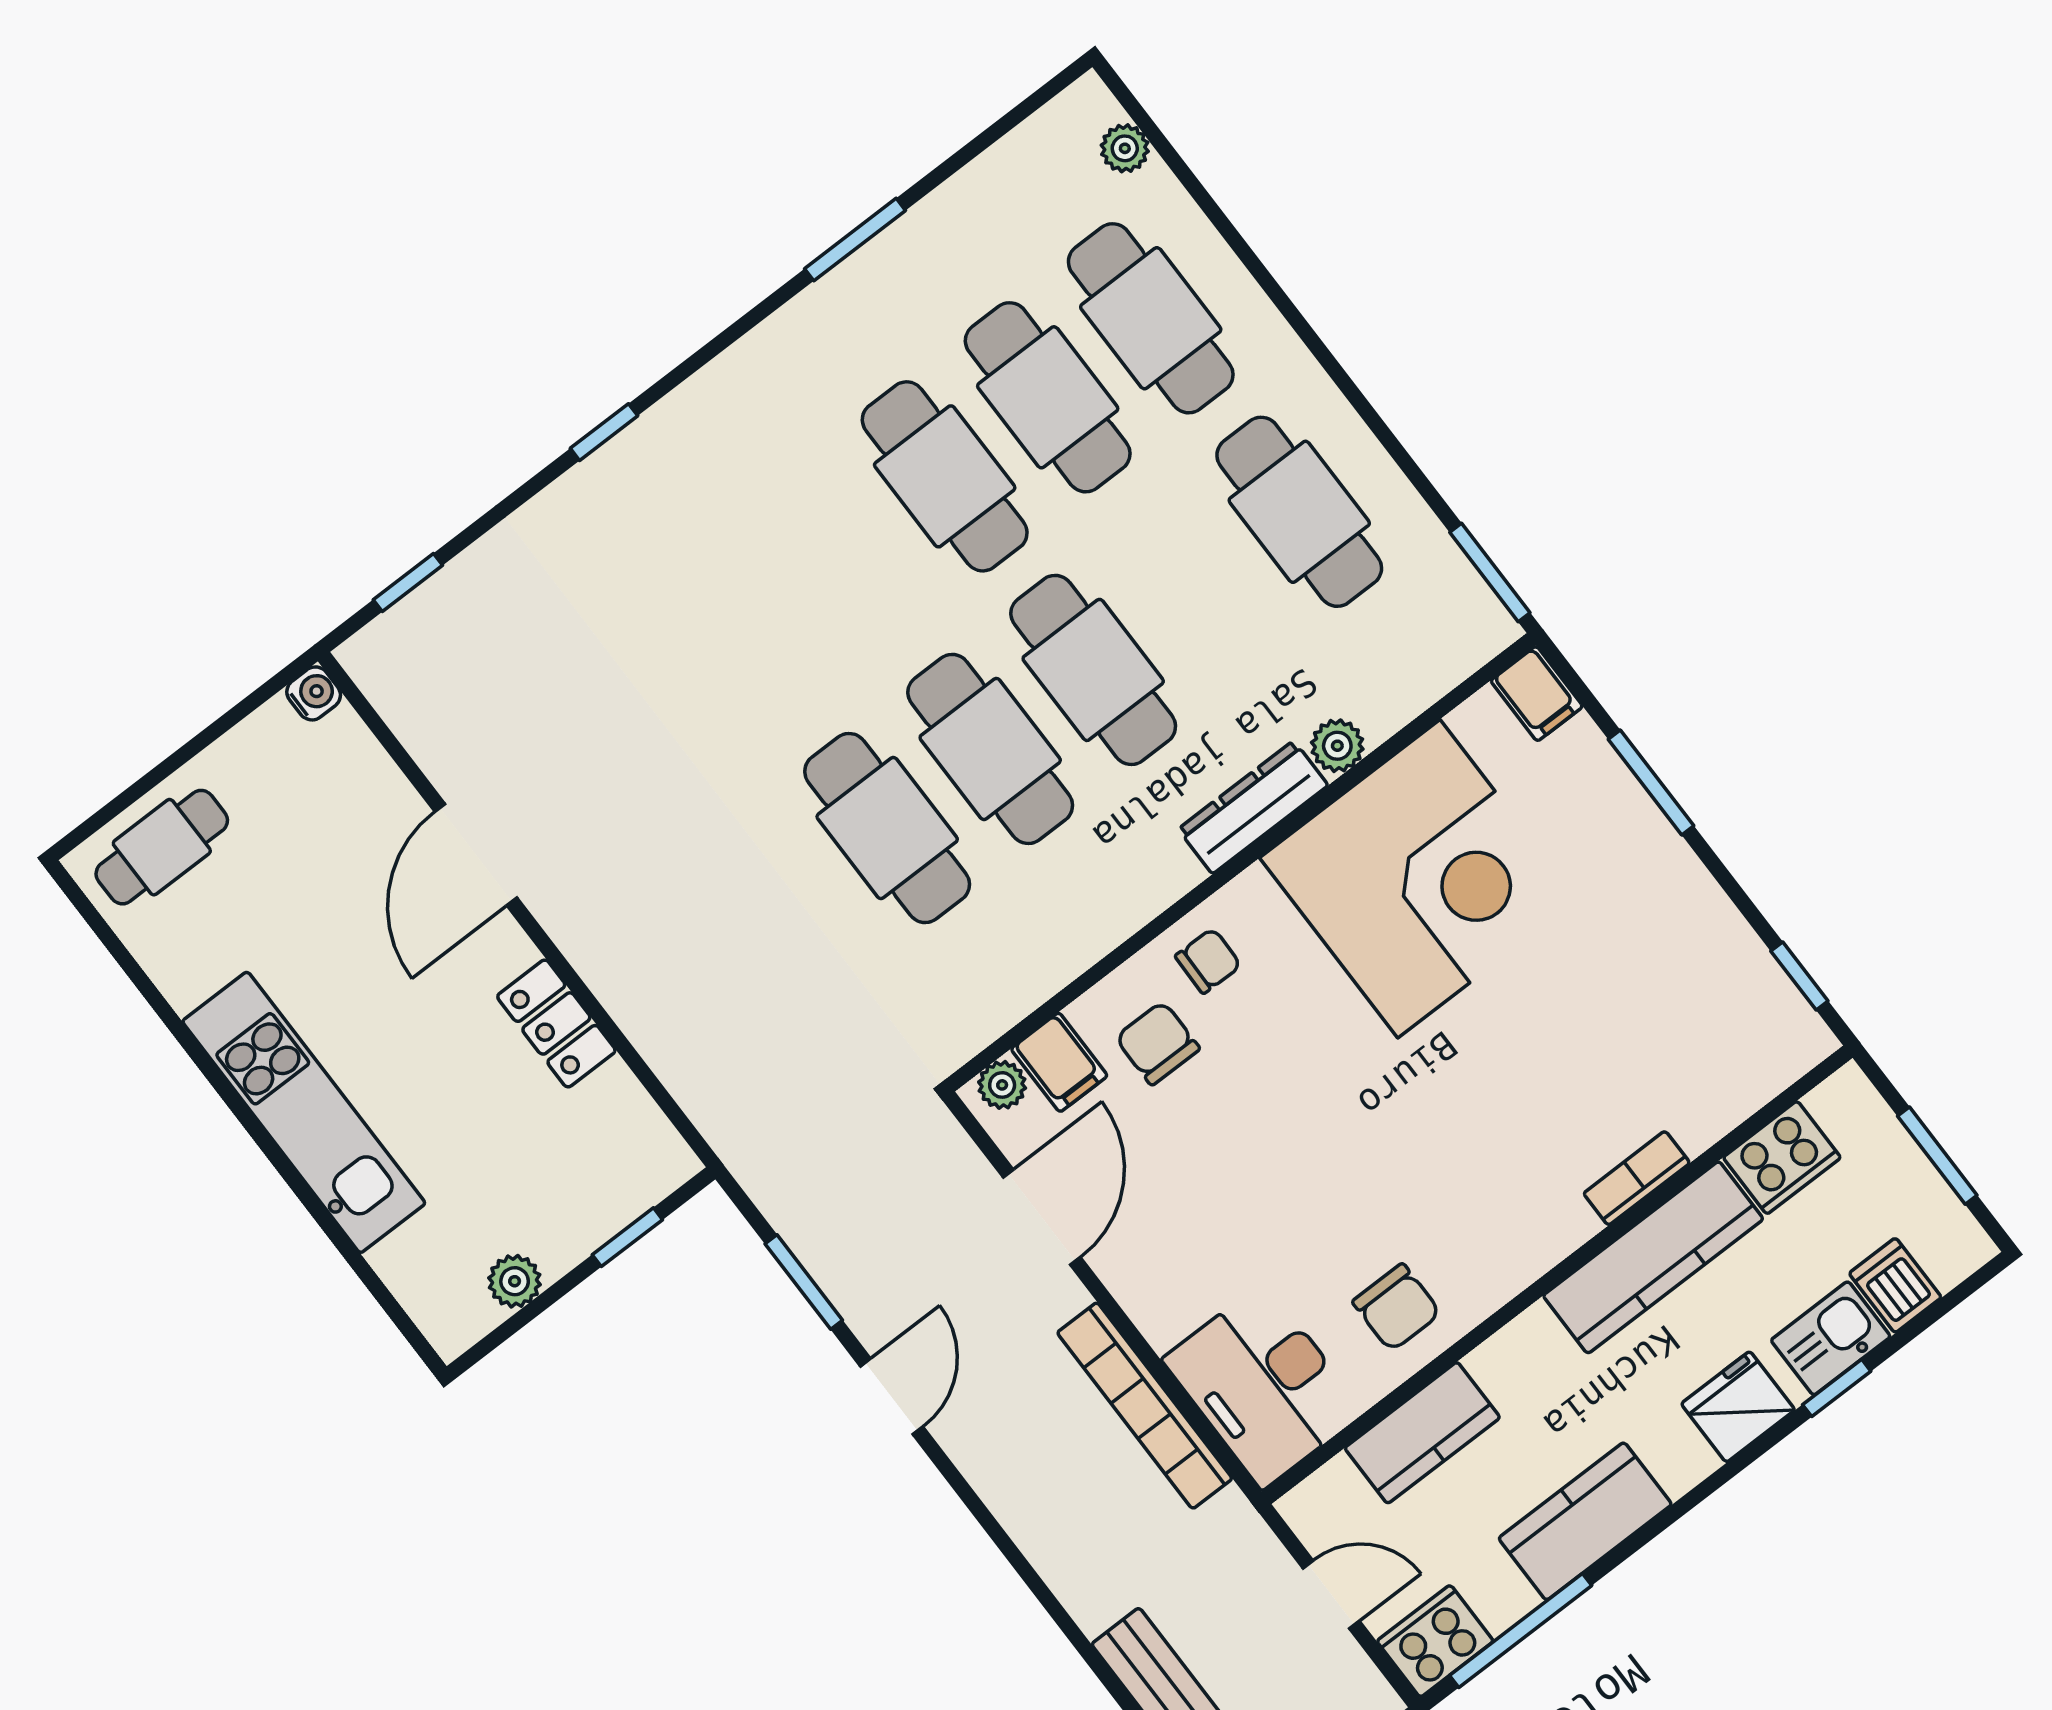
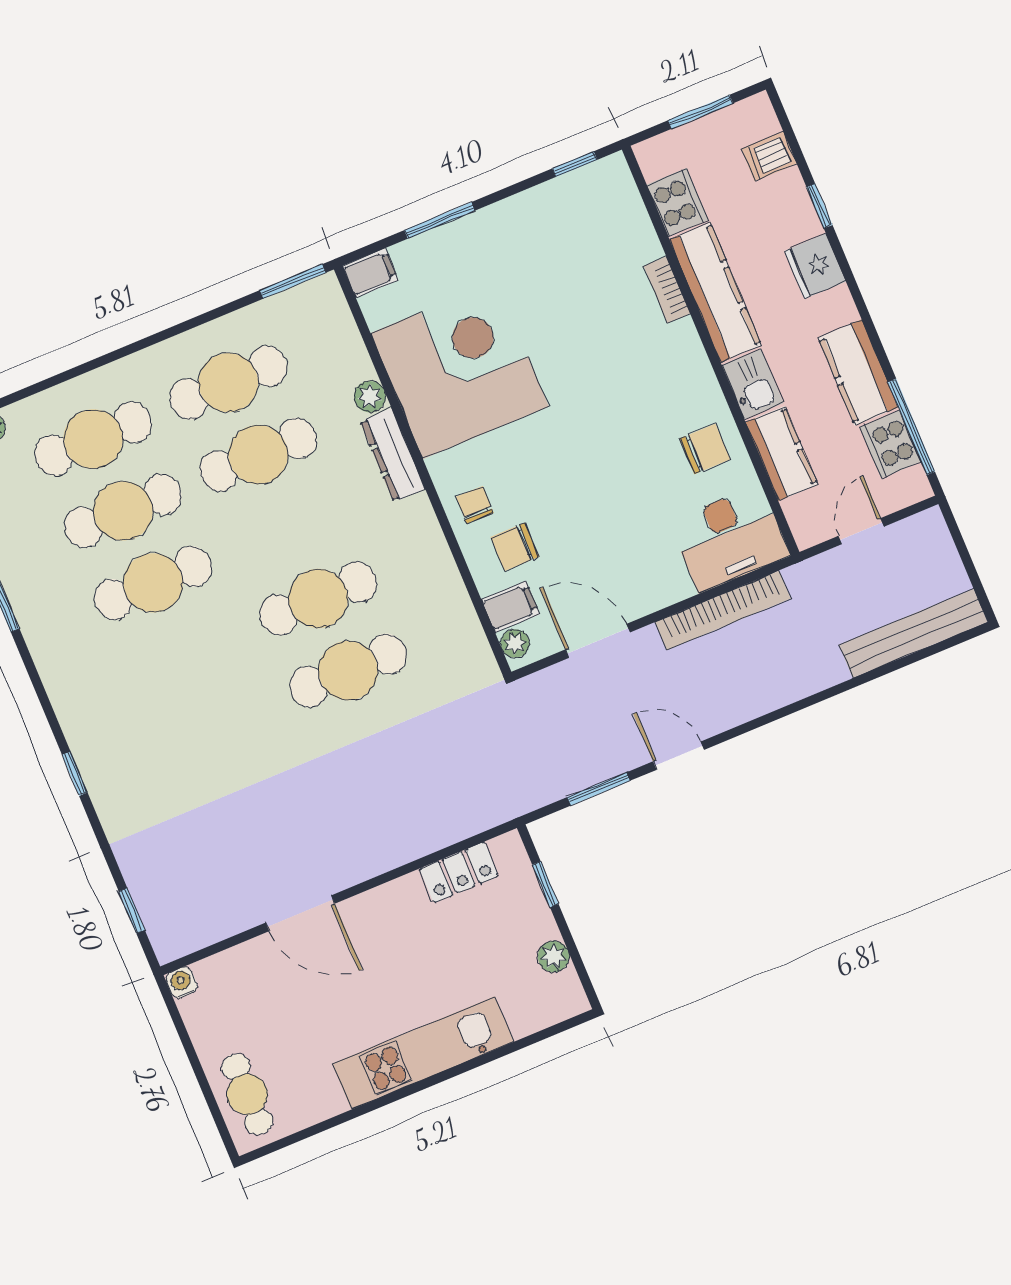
cafe table: (1093, 670) -> (258, 455), moved
locker: (556, 1023) -> (459, 872), moved
kitchen sink: (1831, 1338) -> (753, 384), moved, turned 180
cooker: (1435, 1641) -> (890, 444), moved

